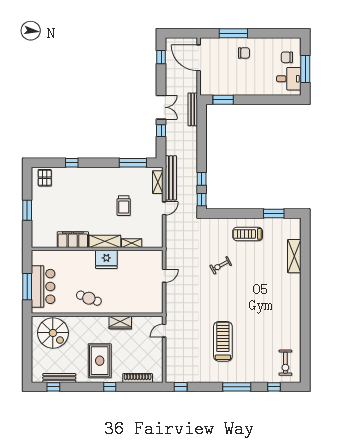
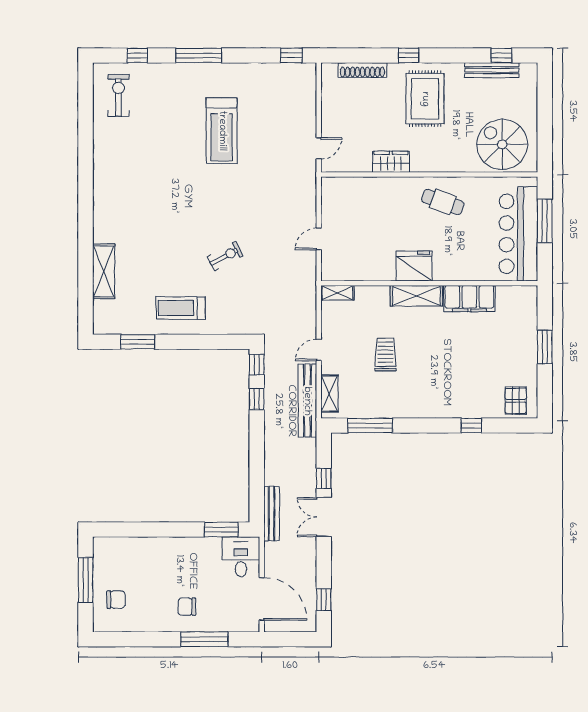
desk: (289, 79) -> (241, 557), moved, turned 90
treadmill: (248, 234) -> (181, 308), turned 180
shelving: (132, 243) -> (337, 293), moved
bar counter: (43, 286) -> (518, 234), width x1.36

